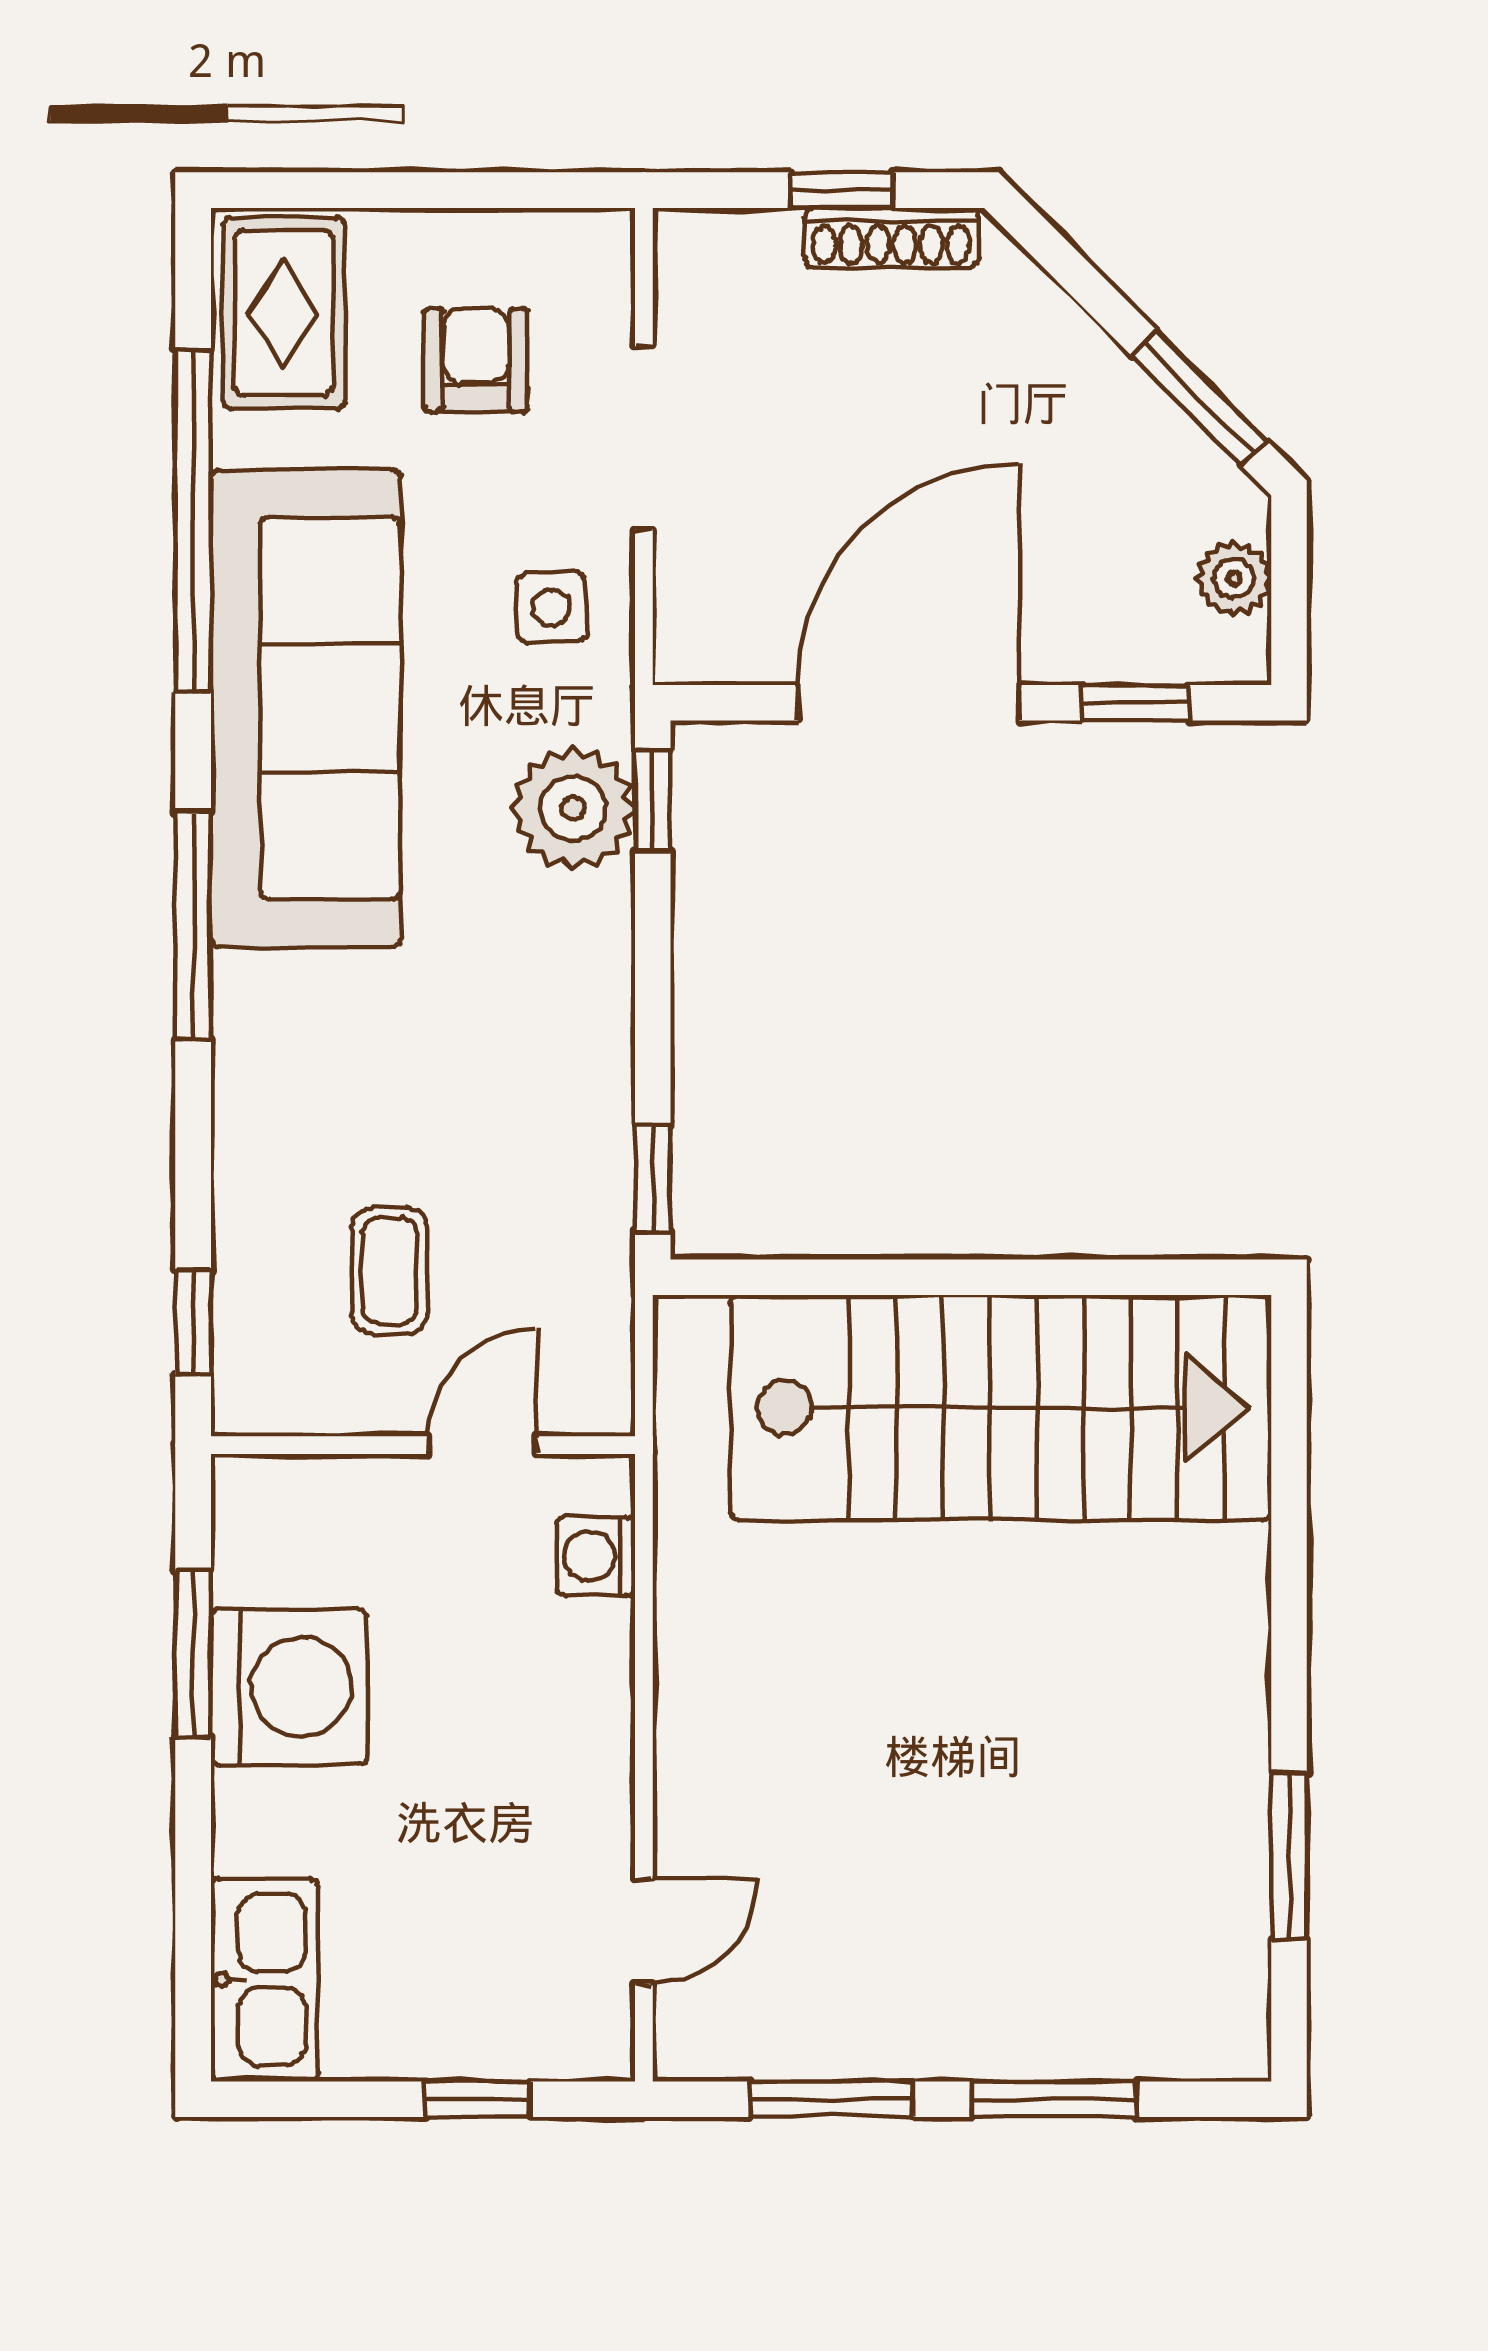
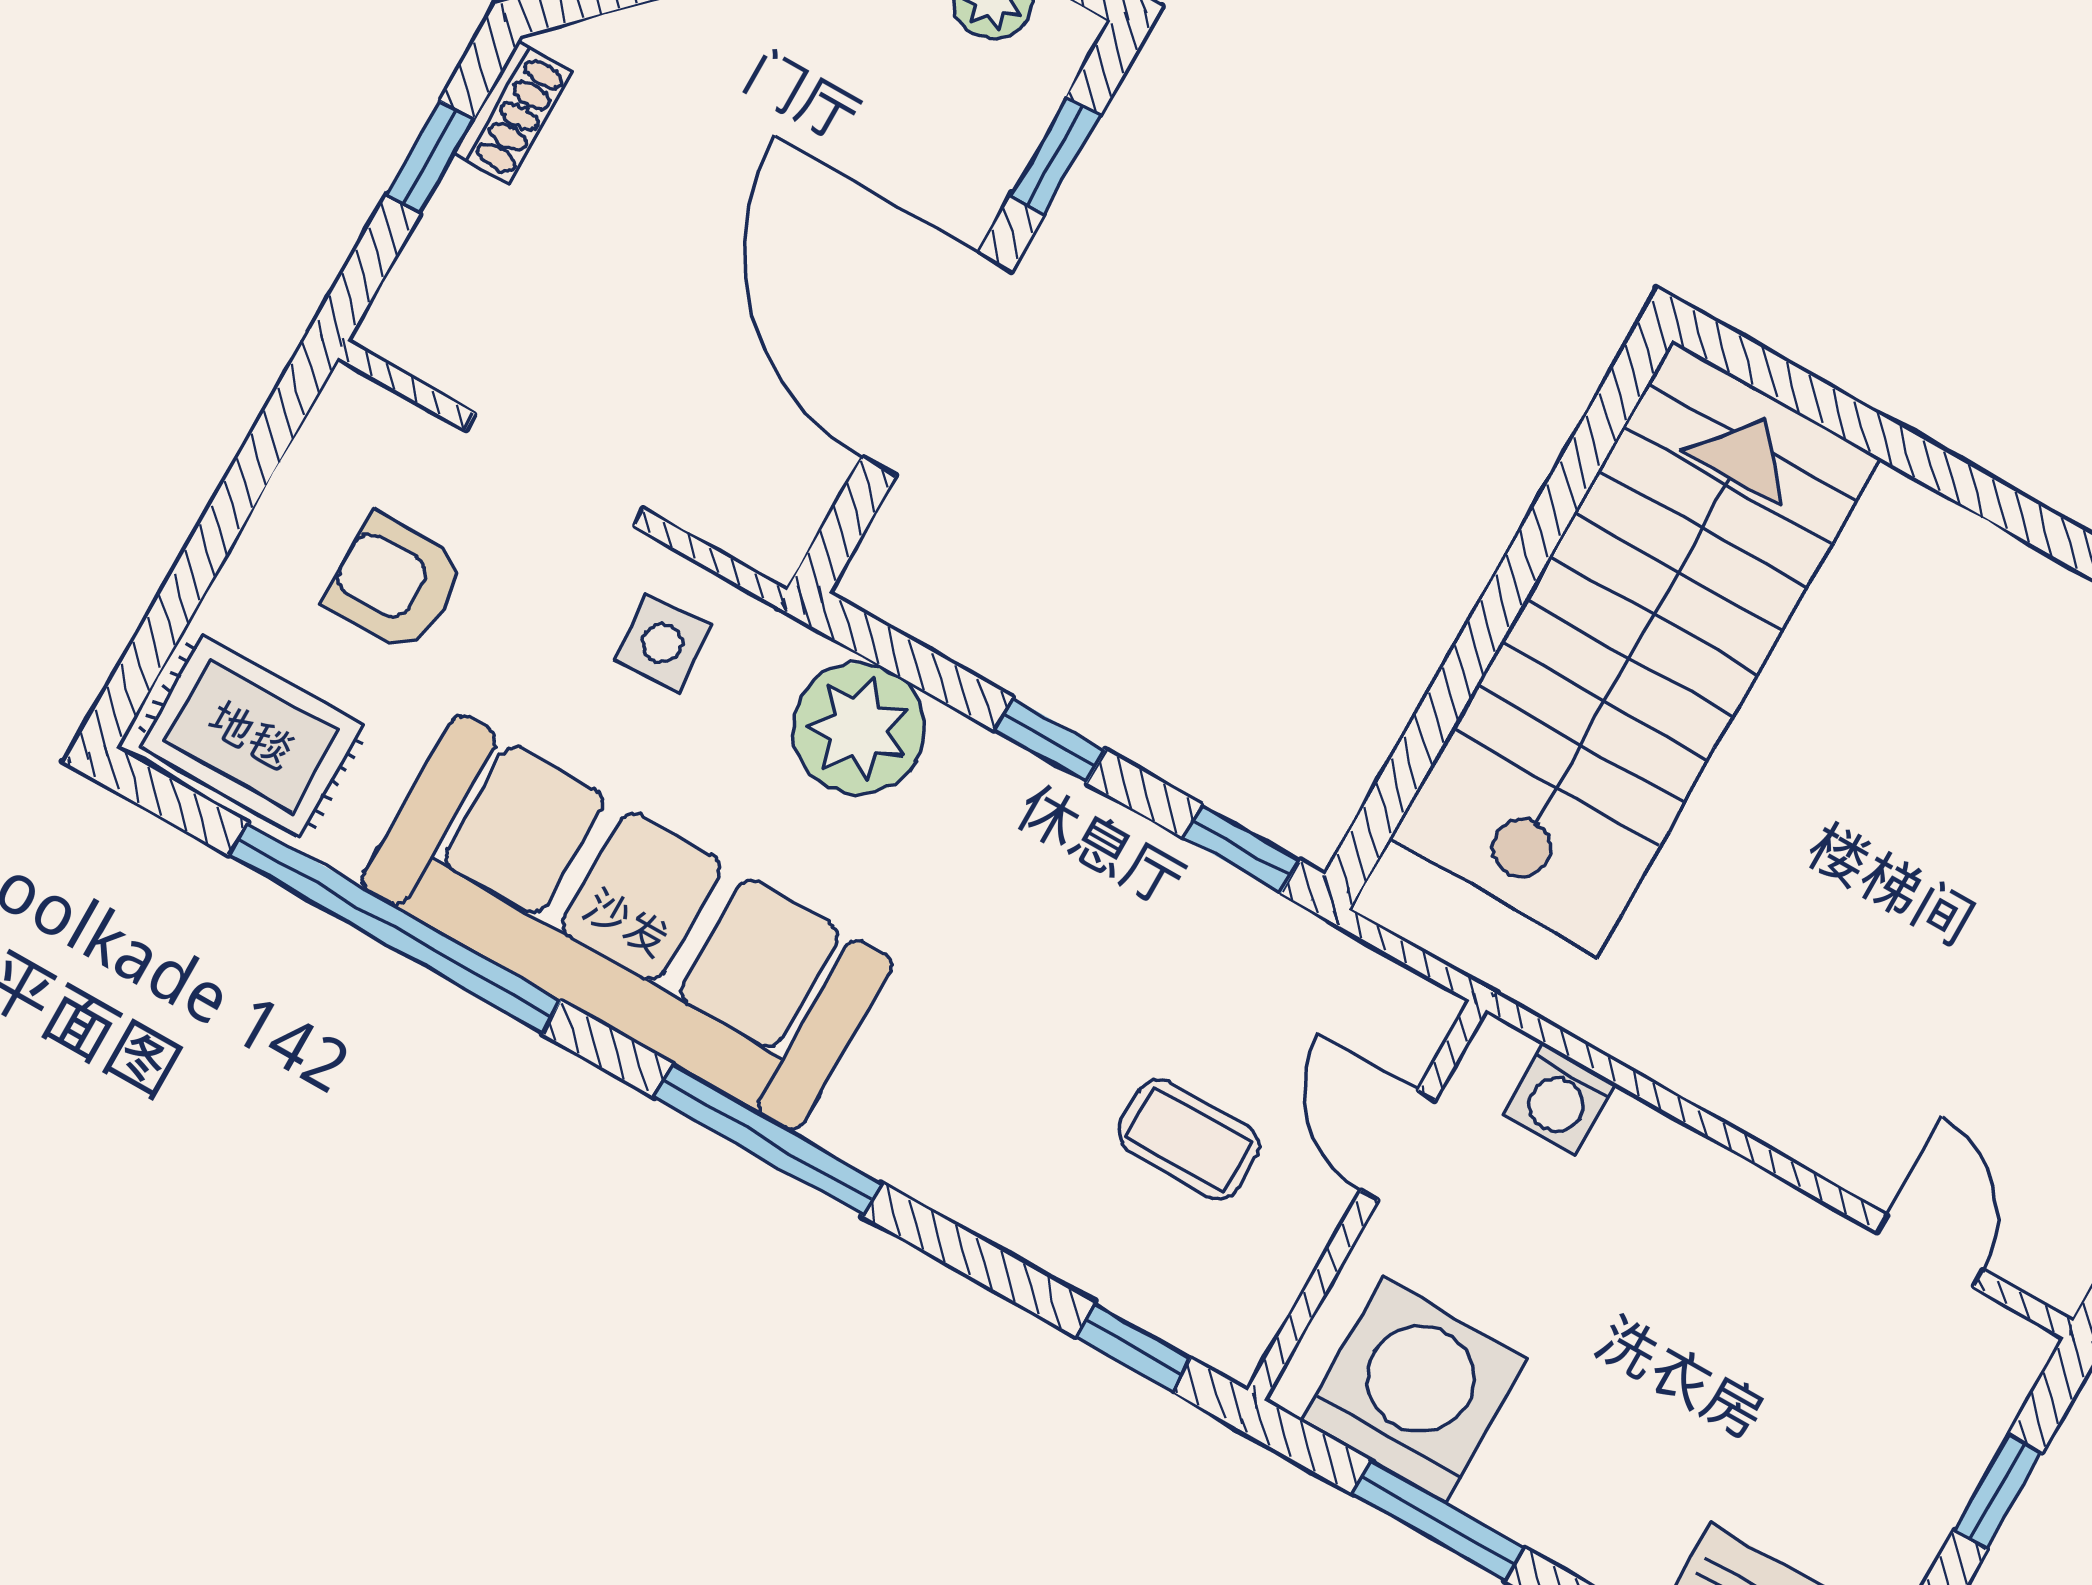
shoe rack: (891, 237) -> (513, 112), width x0.70
window: (653, 801) -> (1050, 740), moved
washing machine: (289, 1687) -> (1414, 1390), moved

